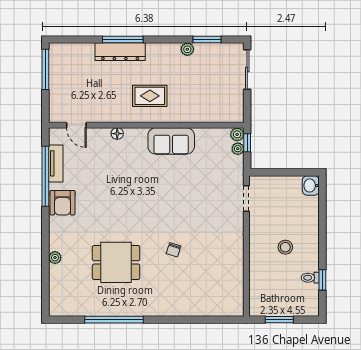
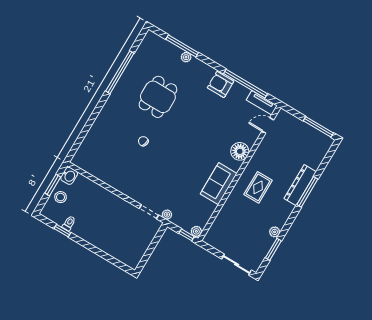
floor lamp: (117, 134) -> (240, 151), width x1.89, depth x1.89
plant: (238, 149) -> (167, 215), moved
tv unit: (56, 163) -> (262, 103), moved
washbasin: (311, 185) -> (69, 176), moved, turned 90
stool: (285, 247) -> (61, 197), moved
window: (45, 269) -> (182, 46), added

